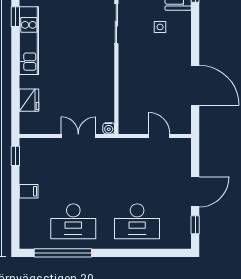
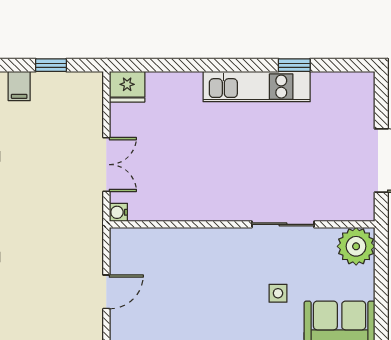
fridge: (29, 100) -> (127, 87), moved
window: (15, 156) -> (51, 65), moved

